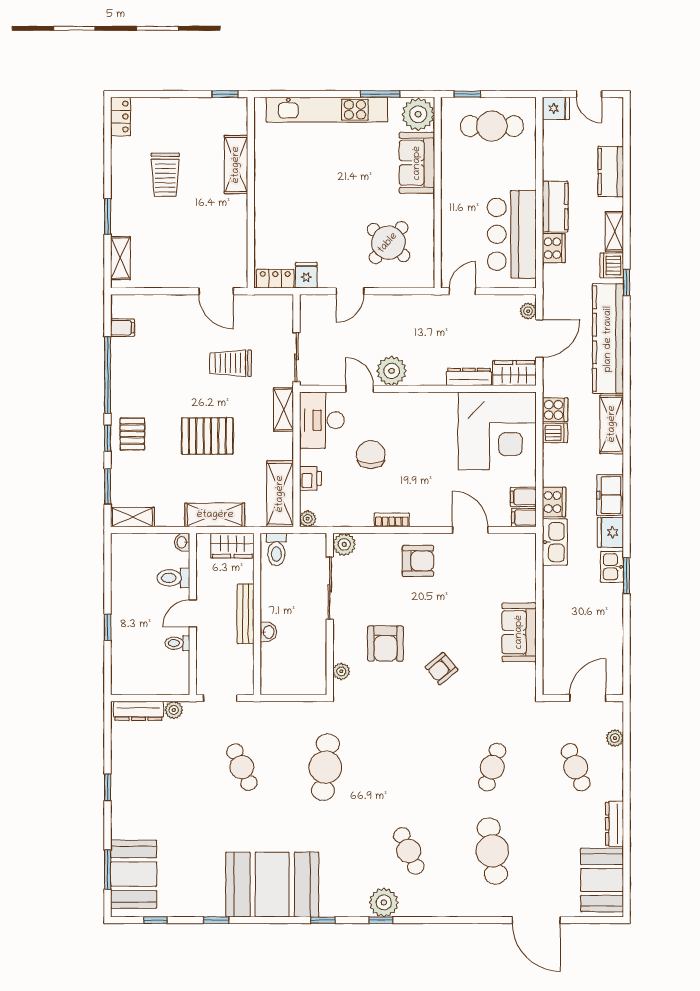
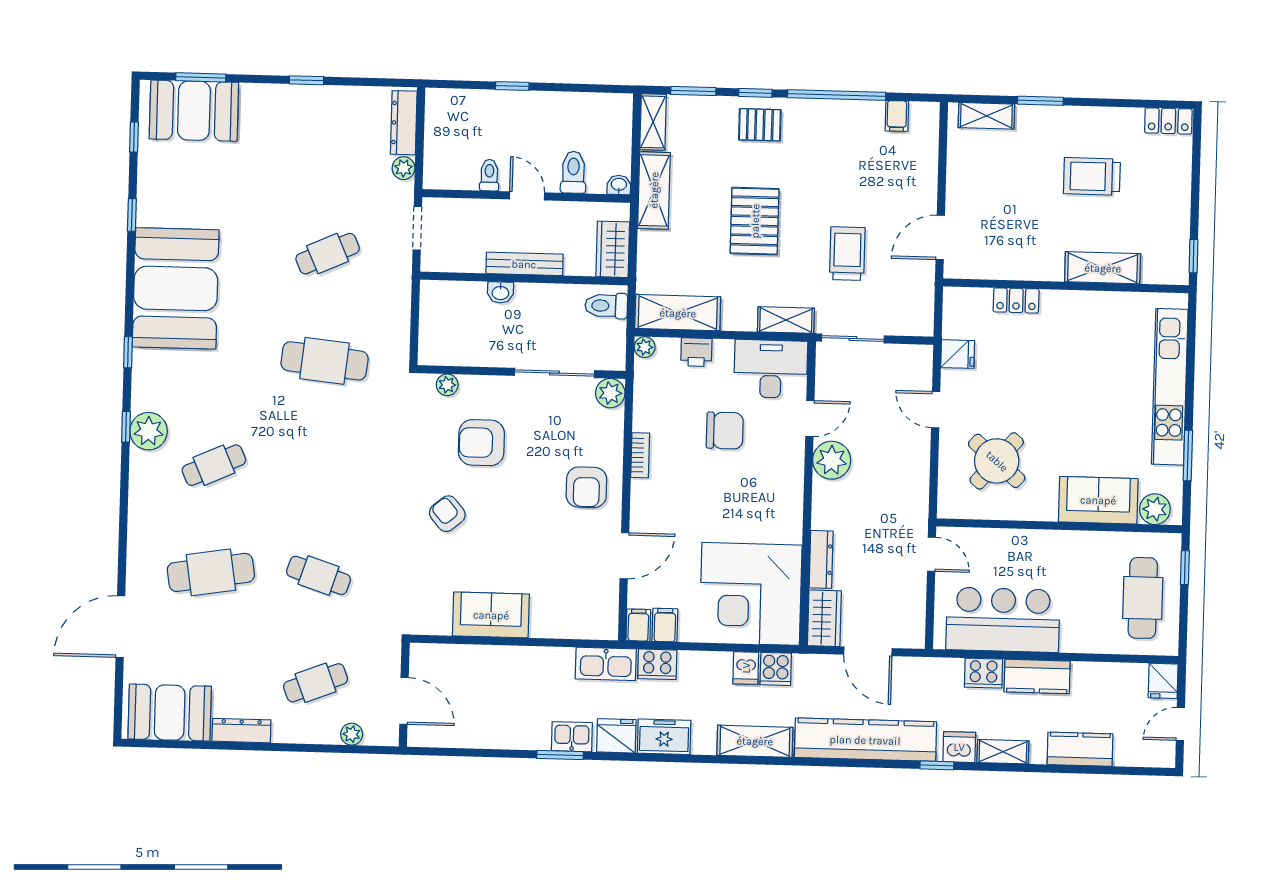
plant: (418, 114) -> (1155, 509), width x0.73, depth x0.73
locker: (275, 279) -> (1016, 300), moved, turned 90
plant: (528, 311) -> (904, 638), removed
shelving: (215, 515) -> (654, 190), moved

